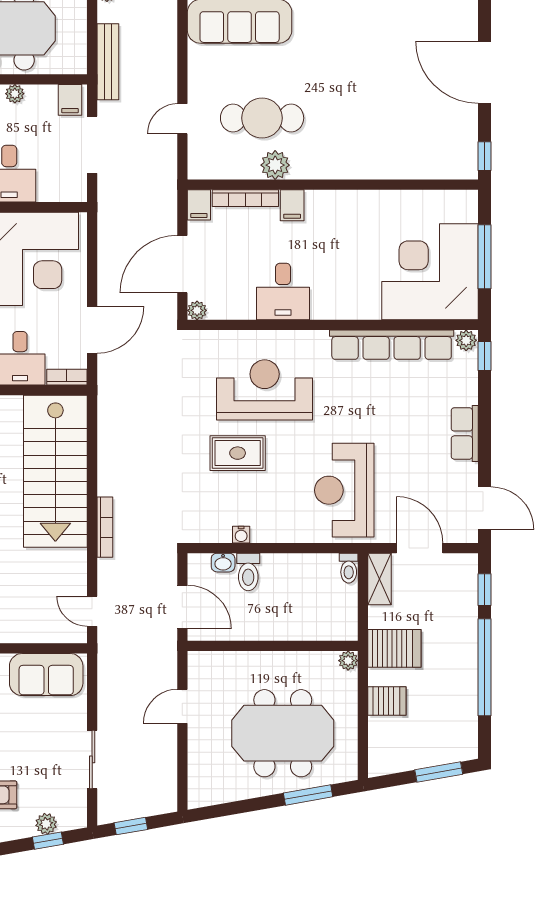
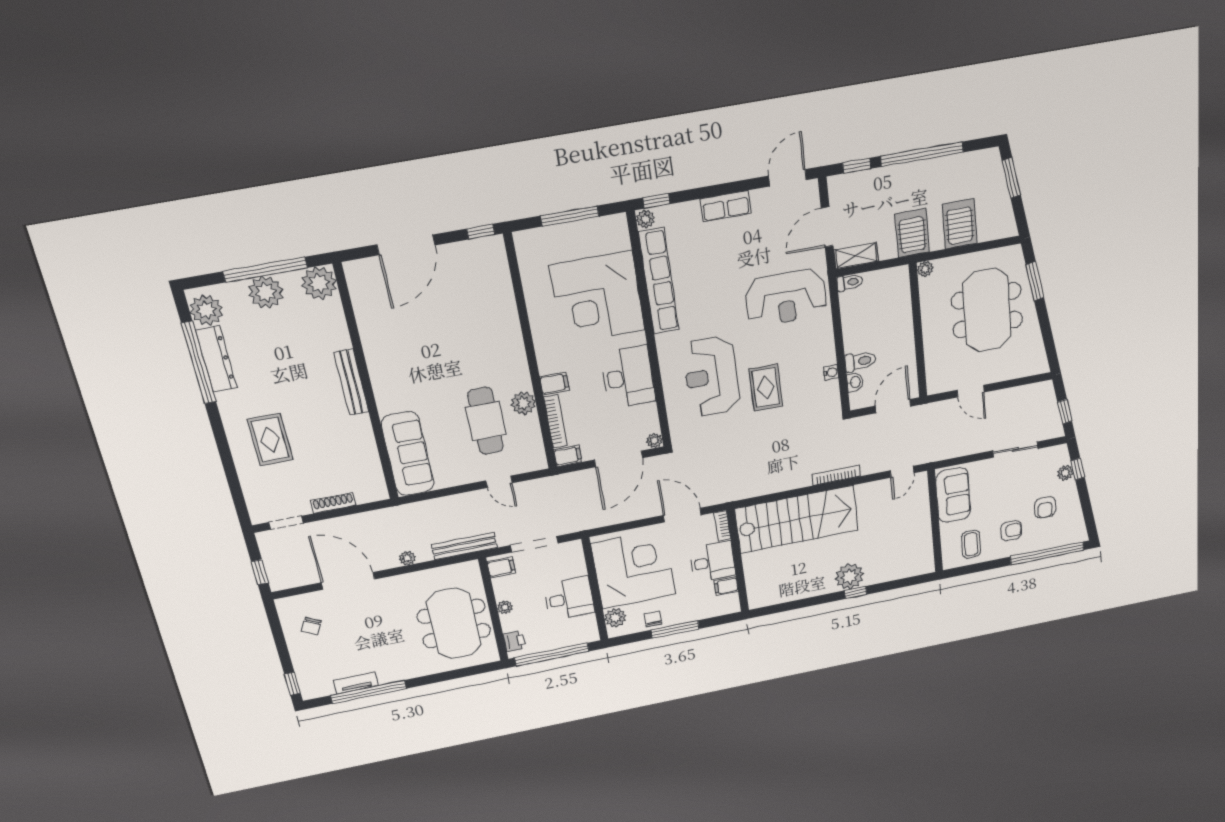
door: (182, 264) -> (619, 459), hinge flipped
corner desk: (430, 272) -> (597, 298), moved
desk: (283, 292) -> (628, 377), width x1.37
server rack: (387, 701) -> (960, 224), width x1.36, depth x1.44

